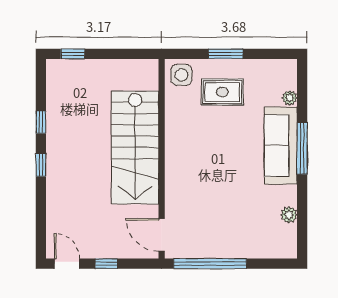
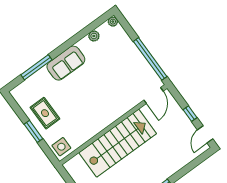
rug: (222, 92) -> (45, 113), moved
plant: (290, 98) -> (113, 22), moved
sofa: (281, 146) -> (66, 63), width x0.73
window: (302, 148) -> (36, 67), moved

